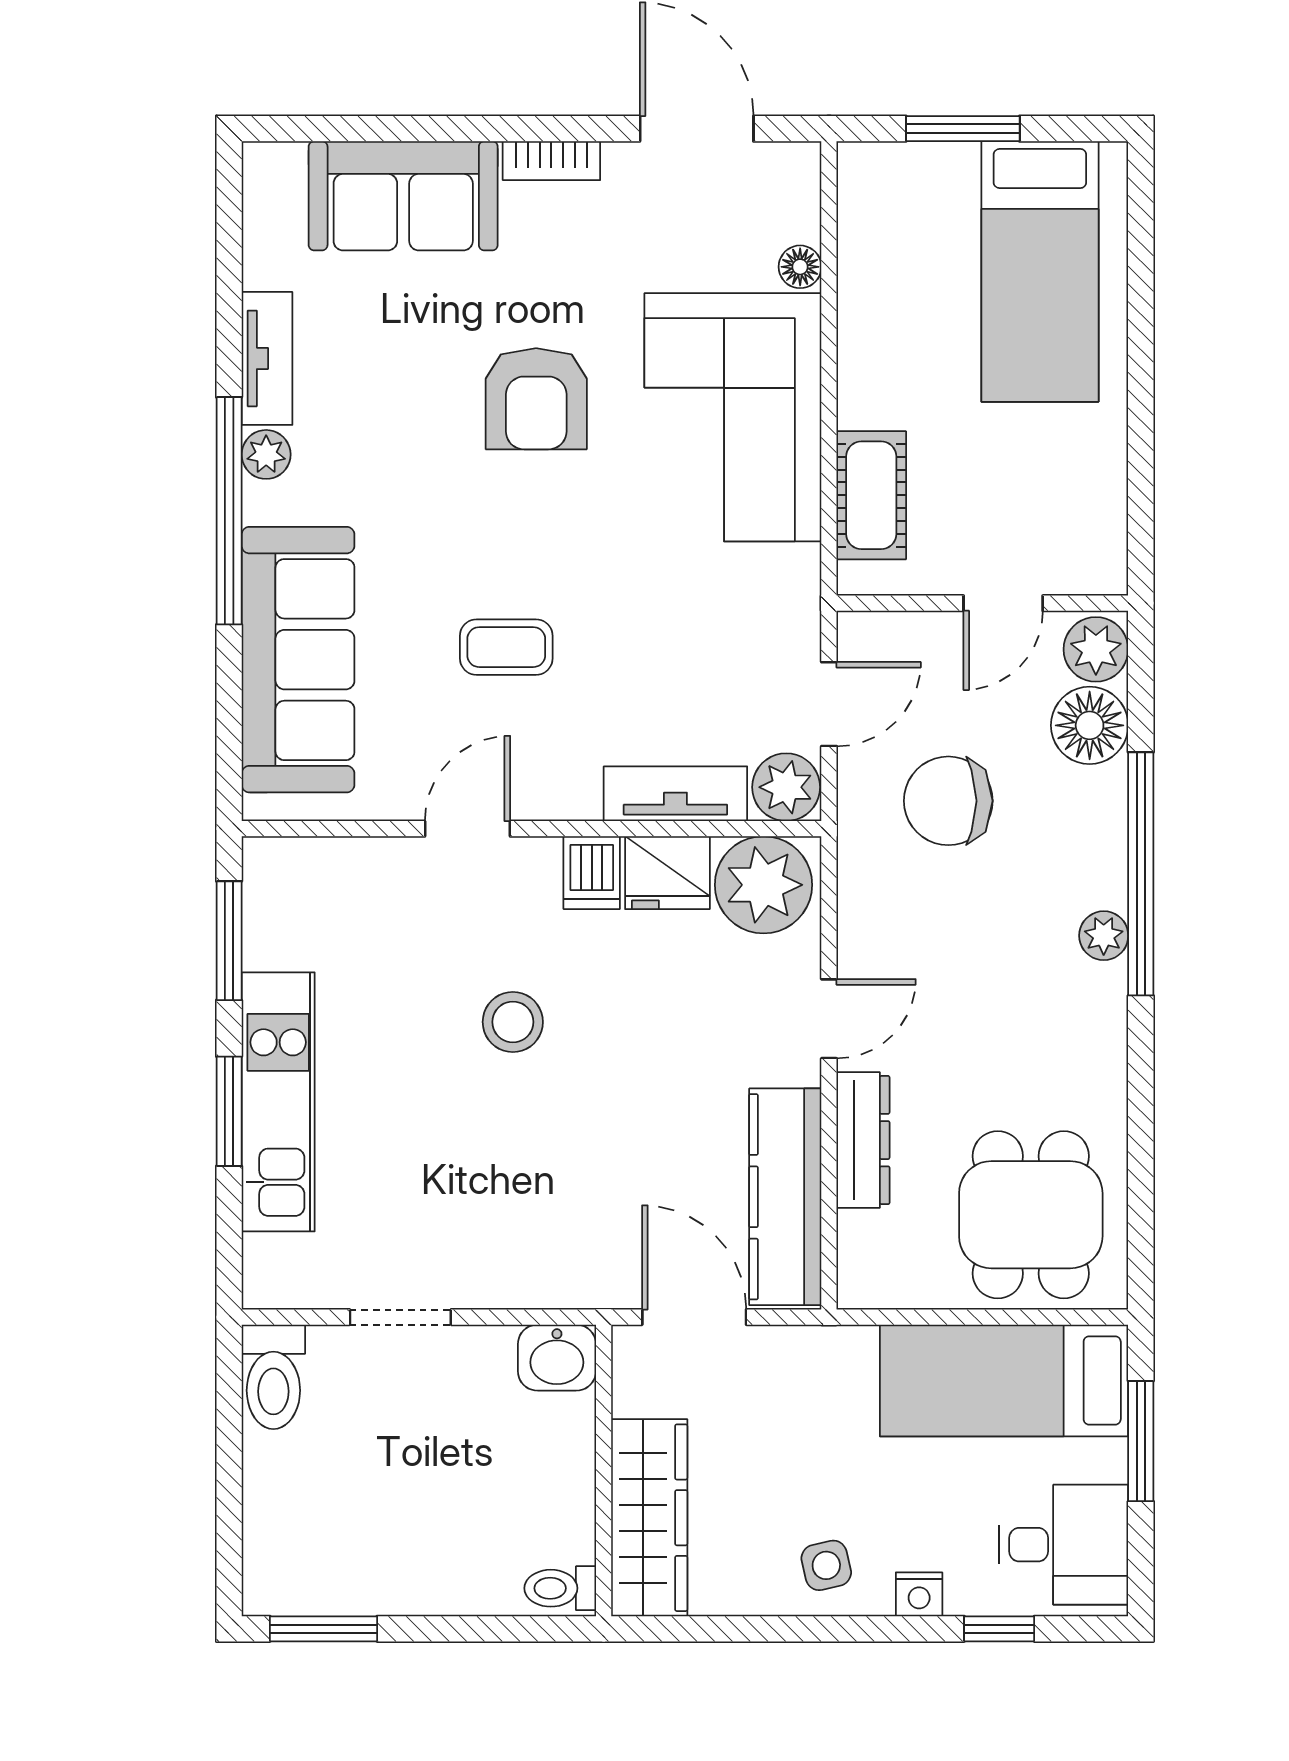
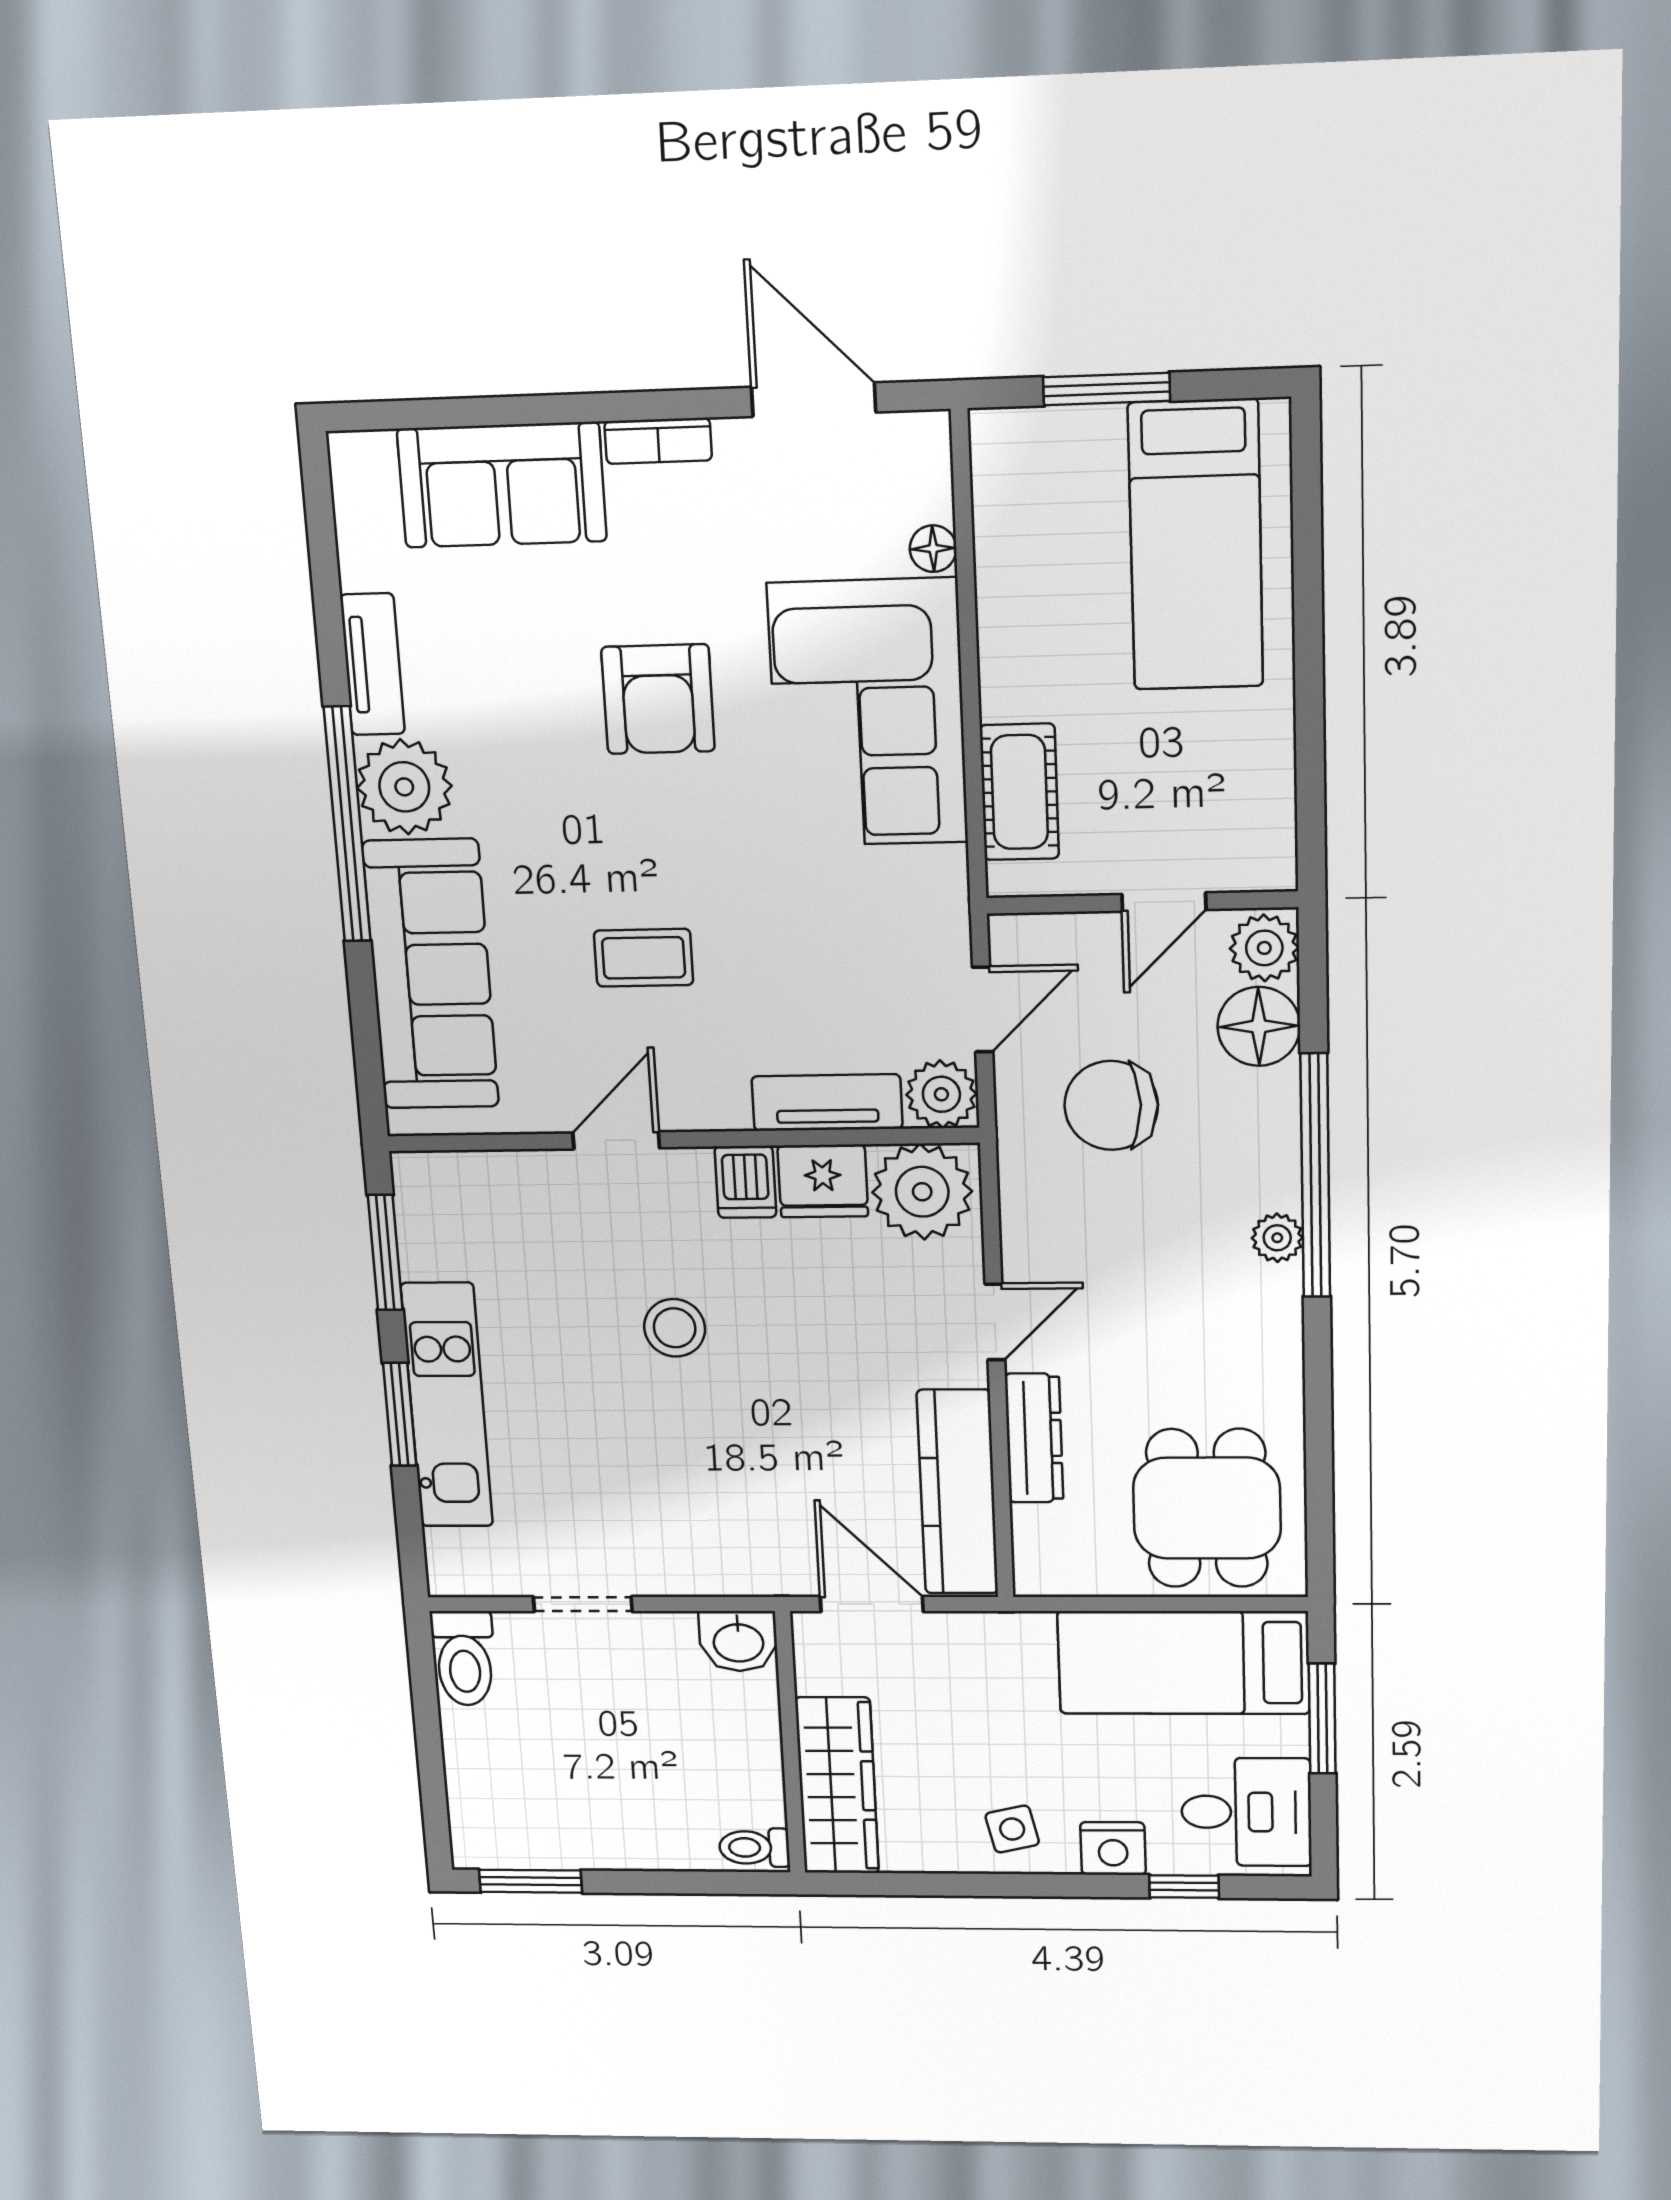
plant: (266, 454) -> (404, 787), width x1.87, depth x1.87
nightstand: (919, 1594) -> (1113, 1849), width x1.39, depth x1.35

